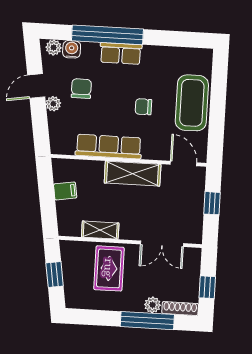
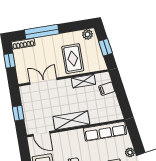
row of seats: (109, 147) -> (105, 131), moved
filing cabinet: (65, 191) -> (107, 89), moved
plant: (153, 305) -> (88, 34), moved

